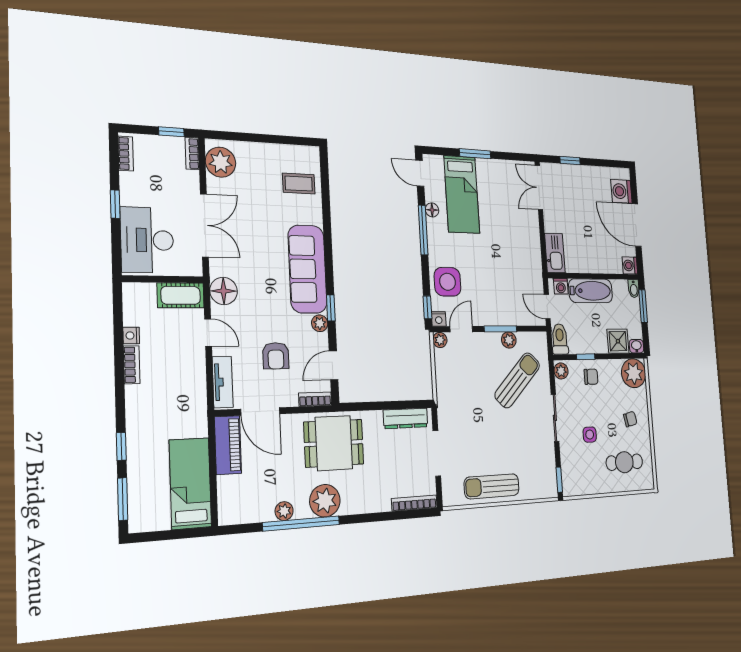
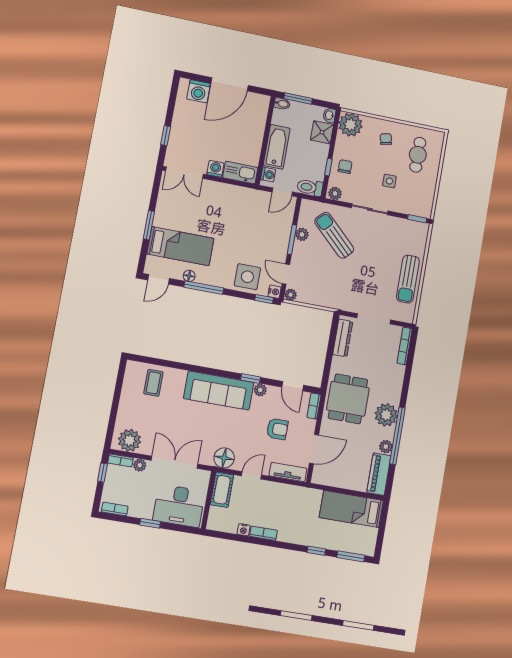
plant: (191, 180) -> (140, 465), added
washing machine: (630, 265) -> (215, 169), moved, turned 180
piano: (228, 445) -> (379, 474), moved, turned -90

